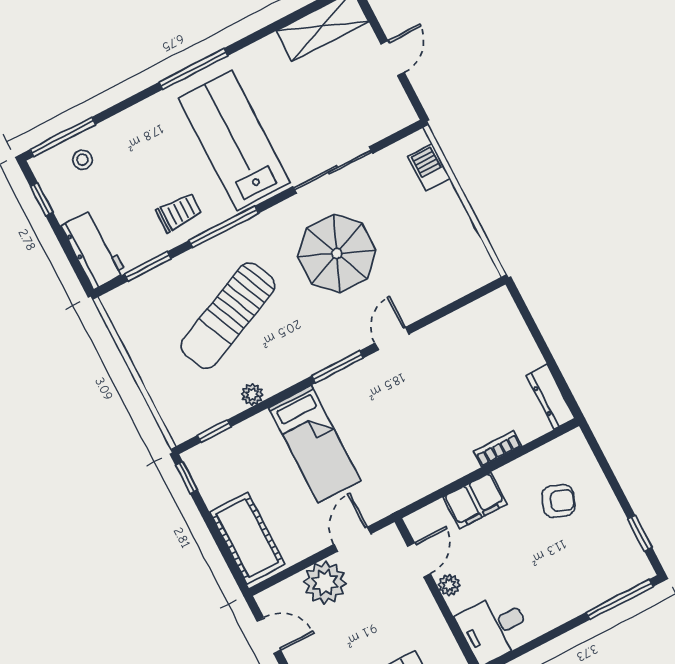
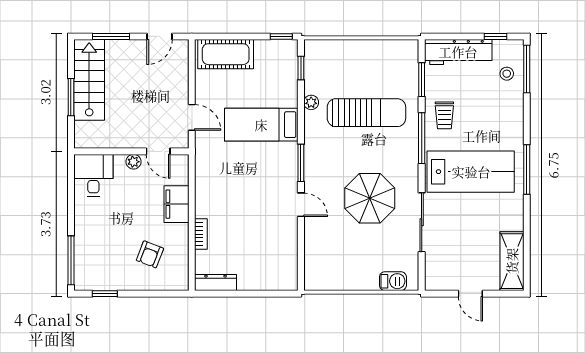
workbench: (93, 249) -> (458, 52), width x1.37
sun lounger: (228, 316) -> (366, 113), turned 114
plant: (325, 583) -> (174, 87), removed

